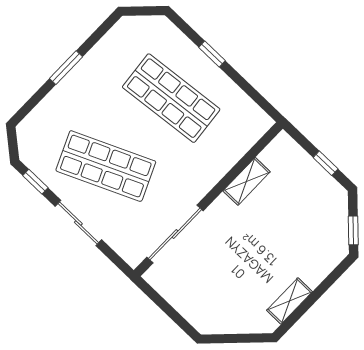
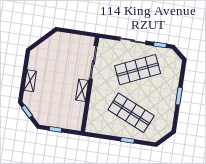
shop shelf: (171, 98) -> (131, 113), turned 30
shelving: (247, 181) -> (82, 90), moved
shelving: (290, 301) -> (30, 81), moved

